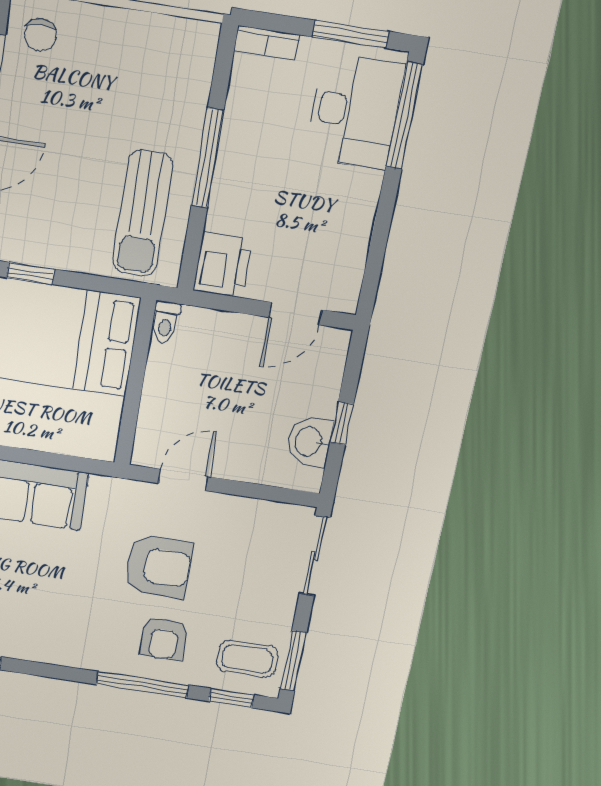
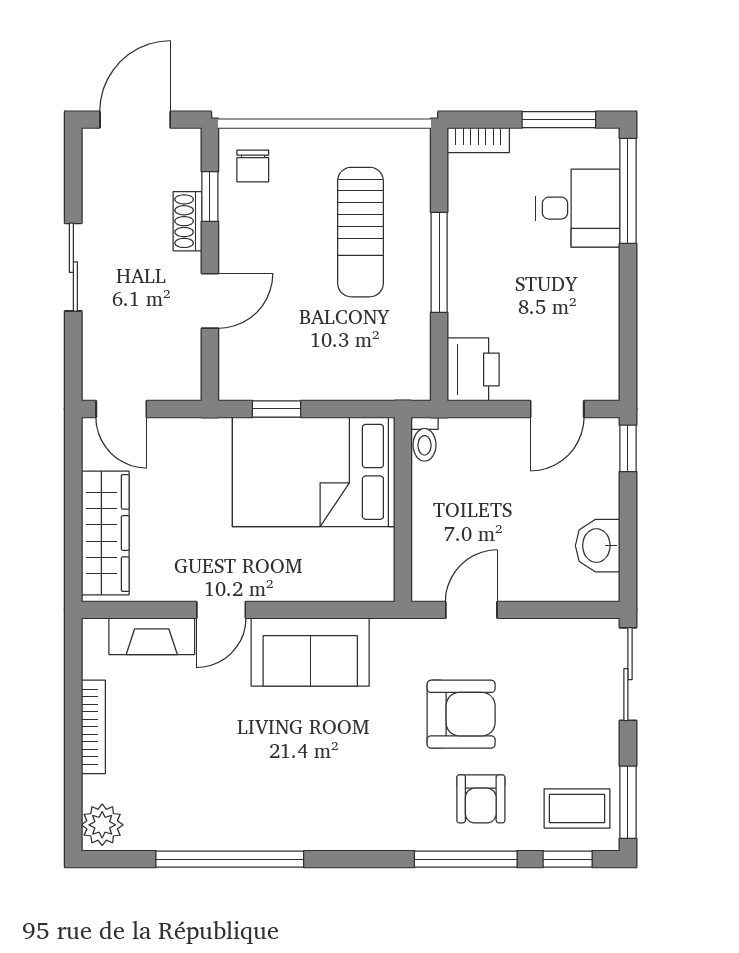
desk: (355, 111) -> (578, 208), width x0.73
sun lounger: (143, 213) -> (360, 232), moved
window: (342, 423) -> (628, 448), moved

